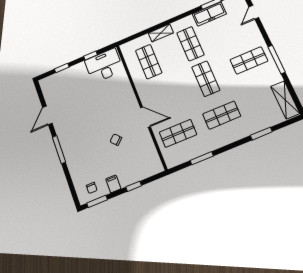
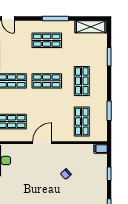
shop shelf: (249, 60) -> (47, 40), turned 90
door: (145, 117) -> (42, 143), moved
filing cabinet: (113, 184) -> (101, 149), moved

